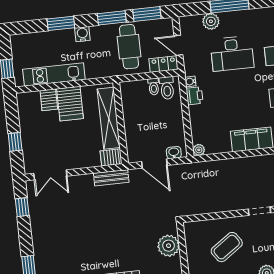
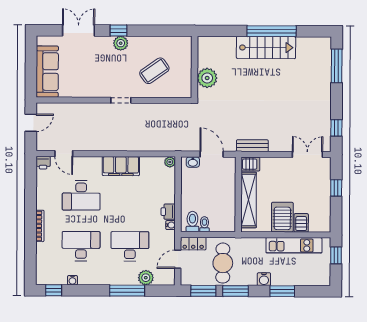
door: (178, 45) -> (178, 259), swing flipped

